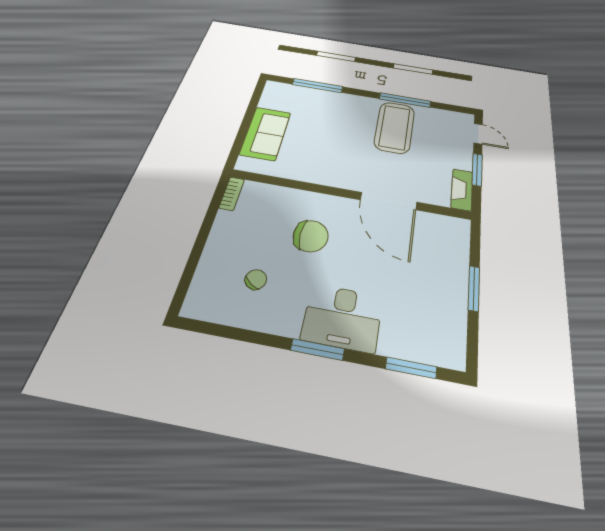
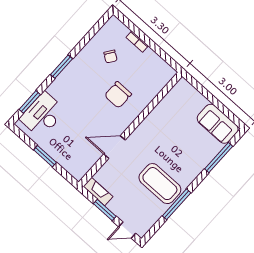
sofa: (265, 133) -> (218, 124), moved
bookcase: (232, 194) -> (137, 41), moved
door: (389, 201) -> (114, 147), width x0.73
desk: (342, 318) -> (43, 115), moved

